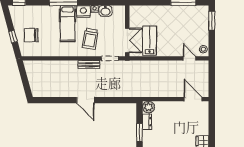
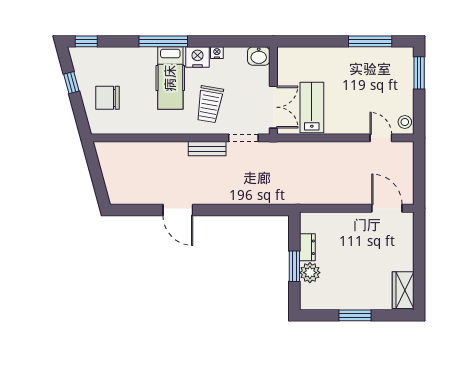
washbasin: (105, 11) -> (259, 56), moved
window: (13, 37) -> (71, 83), moved
door: (85, 100) -> (178, 210), moved
plant: (148, 107) -> (310, 273), moved

